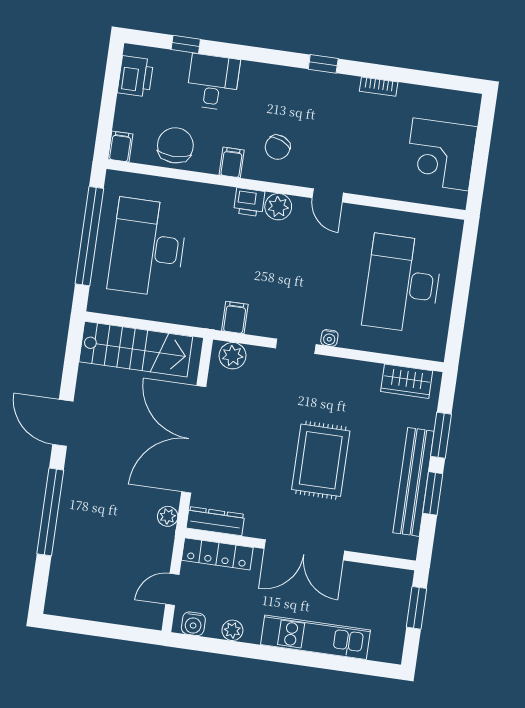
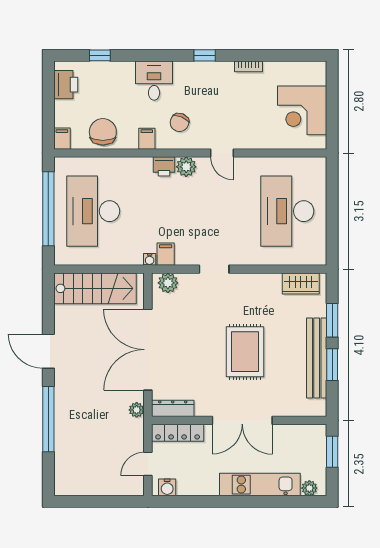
desk: (213, 82) -> (154, 81), moved
water cooler: (329, 338) -> (150, 259), moved
plant: (232, 630) -> (309, 488), moved

